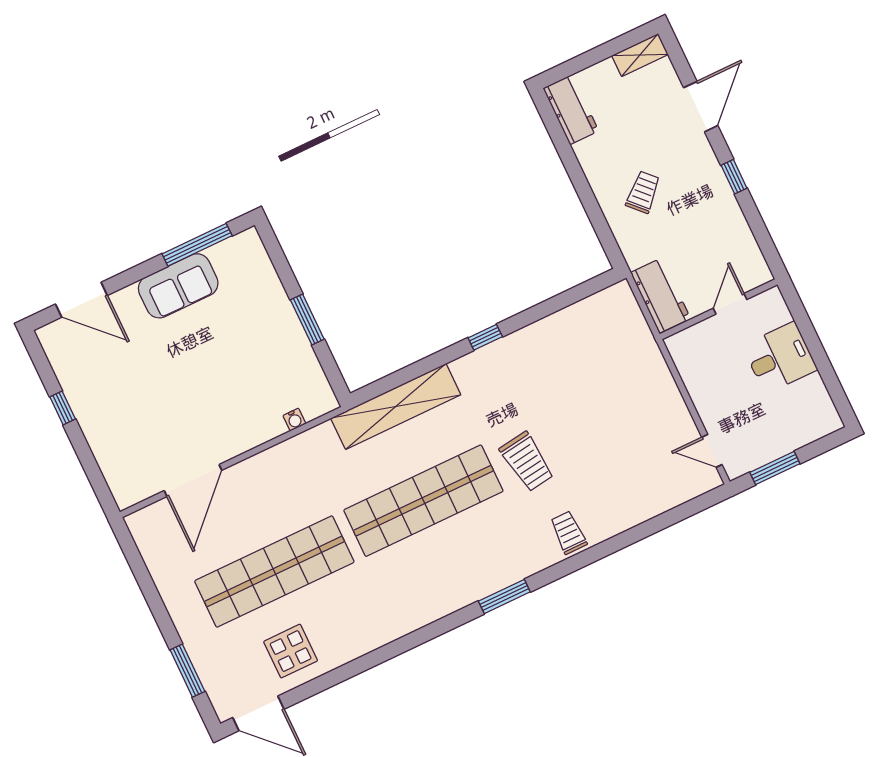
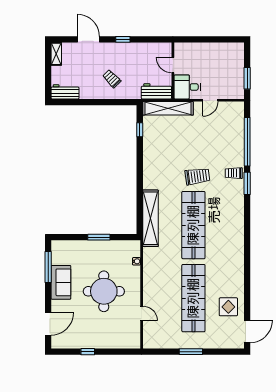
shelving: (637, 336) -> (168, 108), added
window: (485, 337) -> (140, 130), moved
desk: (780, 358) -> (187, 87), moved, turned -90
round table: (202, 382) -> (104, 291), added
door: (712, 451) -> (210, 100), moved
door: (193, 480) -> (142, 313), width x0.53
window: (646, 529) -> (247, 142), added
window: (504, 597) -> (247, 183), moved
window: (187, 671) -> (191, 352), moved

